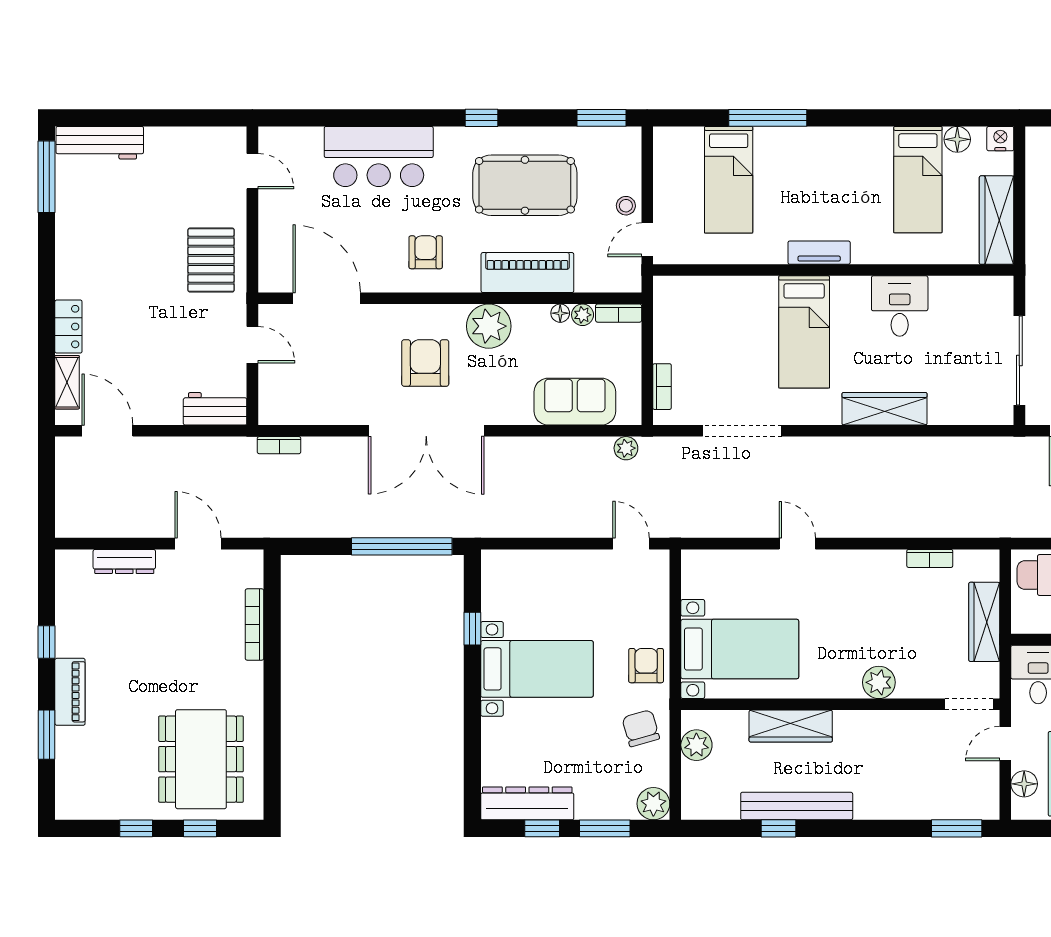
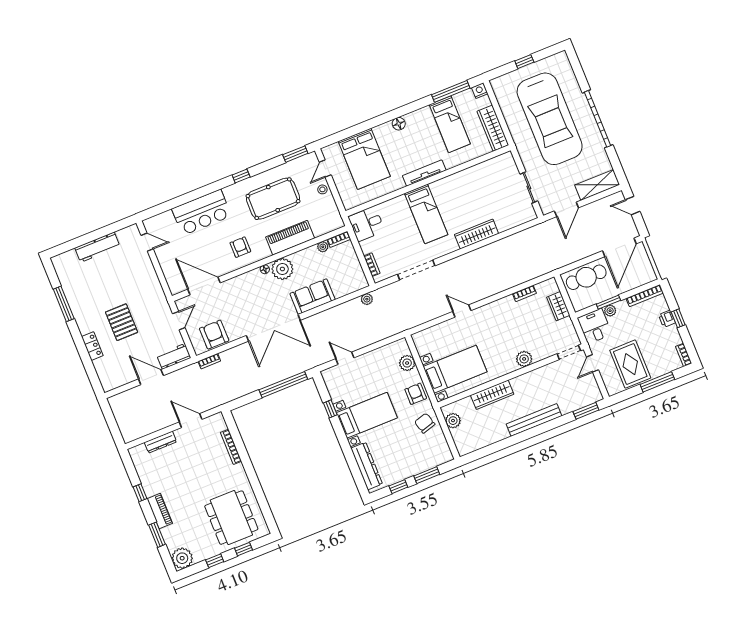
window: (768, 118) -> (451, 91), moved
floor lamp: (957, 139) -> (399, 124), moved
workbench: (100, 143) -> (97, 247), moved
window: (47, 177) -> (64, 304), moved
bed: (729, 180) -> (364, 159), width x1.50
door: (647, 240) -> (325, 169), moved
tv unit: (819, 253) -> (424, 173), width x1.41
pallet: (211, 260) -> (122, 322), moved
desk: (900, 306) -> (366, 224), moved, turned -90
floor lamp: (560, 313) -> (265, 269), moved
door: (252, 345) -> (179, 321), hinge flipped
sliding door: (1019, 360) -> (529, 187), width x0.73
armchair: (425, 363) -> (214, 335), moved
shelving: (67, 382) -> (102, 371), removed
sofa: (575, 402) -> (313, 297), moved
door: (107, 431) -> (151, 377), moved
door: (631, 544) -> (345, 358), moved
wardrobe: (984, 622) -> (558, 306), width x0.67
floor lamp: (1024, 784) -> (608, 378), removed
plant: (76, 799) -> (182, 558), added
dresser: (527, 803) -> (367, 466), moved, turned 90
plant: (653, 804) -> (407, 363), moved
bench: (797, 806) -> (534, 420), moved
window: (778, 828) -> (505, 443), removed

